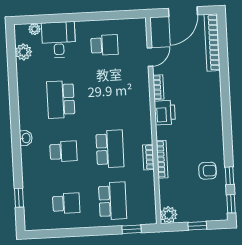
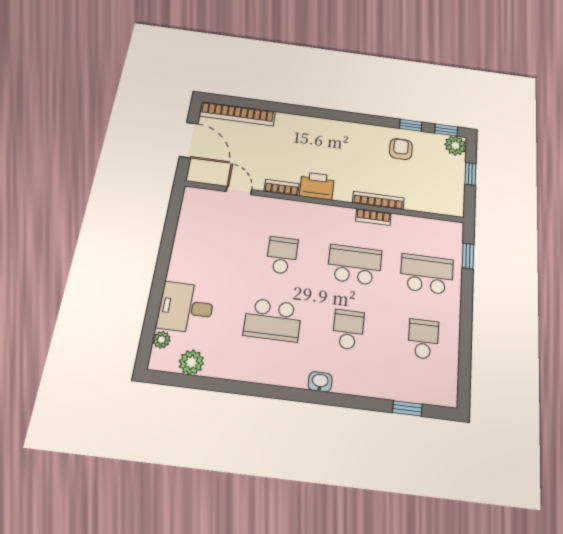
school desk: (104, 45) -> (282, 255), moved
plant: (169, 215) -> (455, 145), moved

